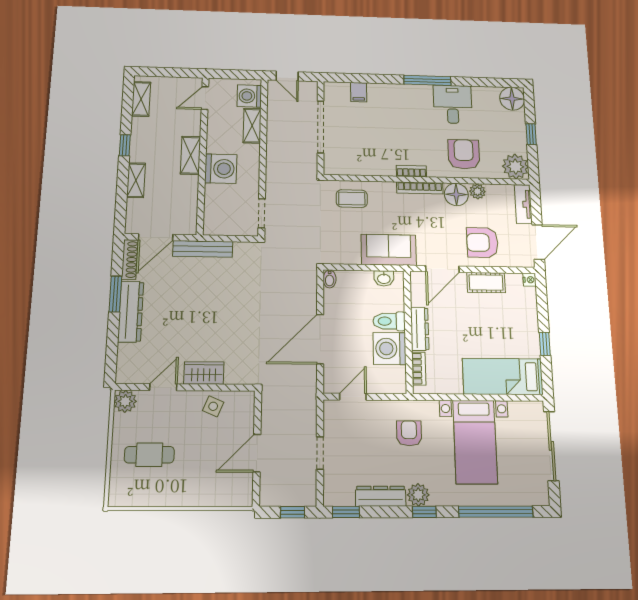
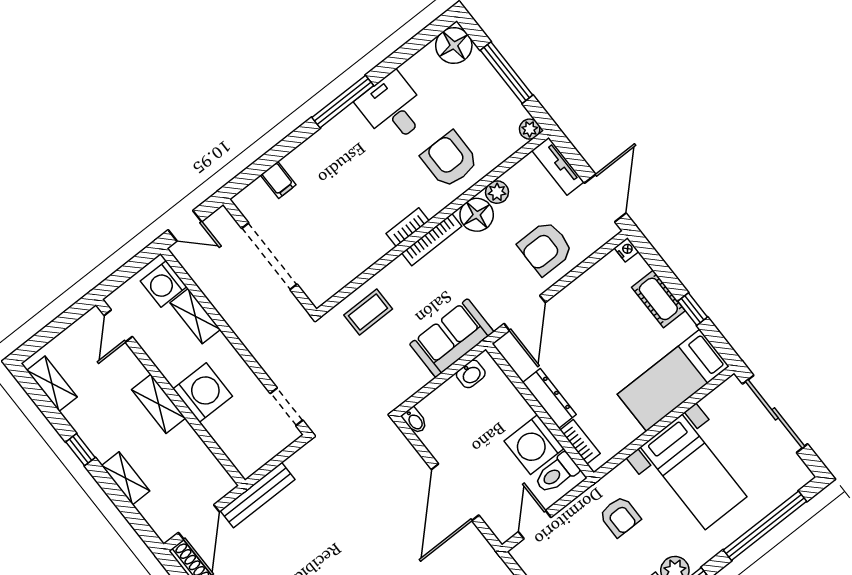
window: (531, 134) -> (507, 73), width x2.17
plant: (515, 167) -> (530, 129), width x0.53, depth x0.53
cot: (486, 283) -> (658, 299), moved, turned 90
toilet: (389, 321) -> (557, 473), moved
armchair: (409, 433) -> (620, 516), turned 180

